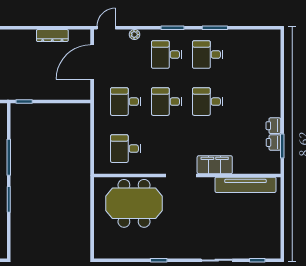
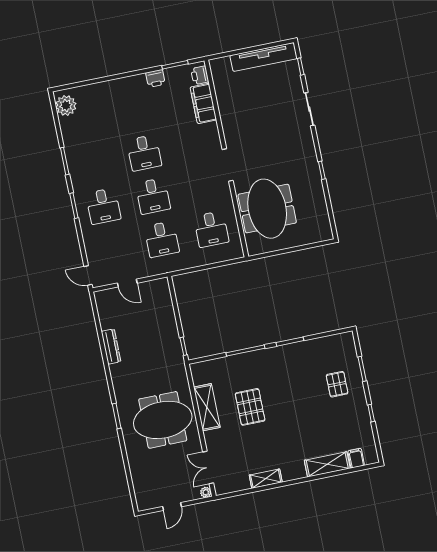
plant: (135, 35) -> (66, 106), moved, width x1.88, depth x1.88
dresser: (52, 36) -> (111, 347), moved
desk: (208, 55) -> (95, 163), removed
door: (92, 62) -> (127, 283), width x0.53
printer: (273, 143) -> (200, 75), moved, turned 90
filing cabinet: (215, 165) -> (203, 103), moved
tv unit: (245, 185) -> (264, 57), moved, turned 90

